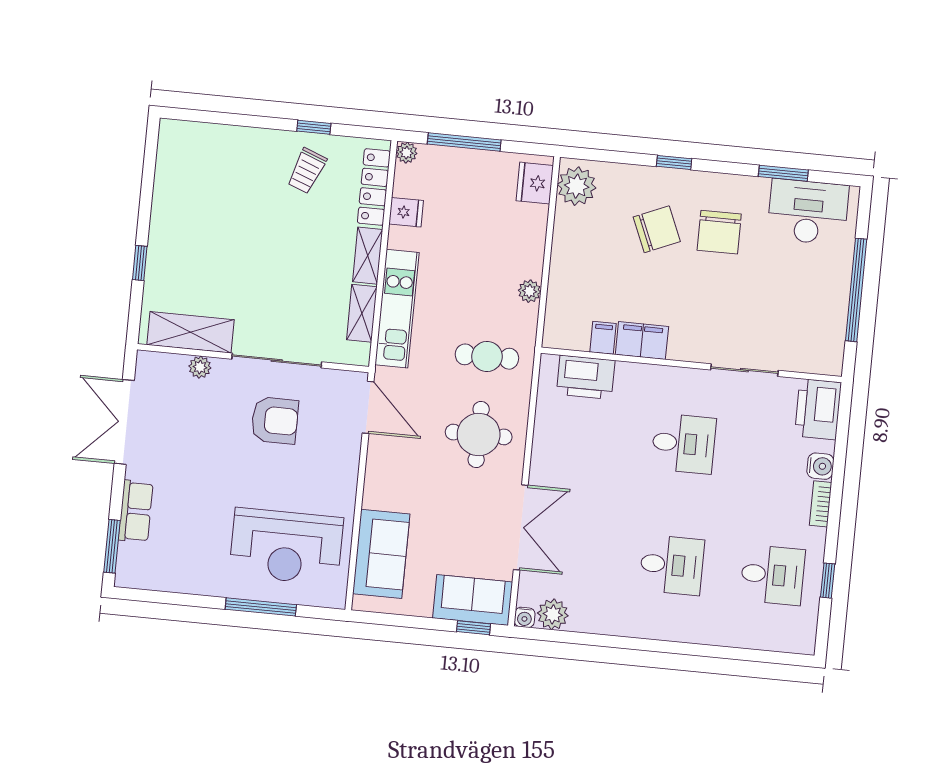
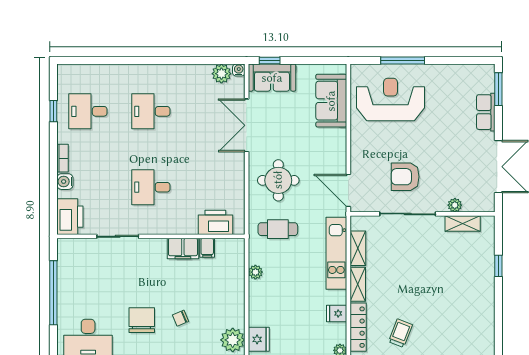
chair: (657, 229) -> (180, 318), width x0.54, depth x0.54
shelving: (191, 332) -> (463, 224), width x0.67, depth x0.75

